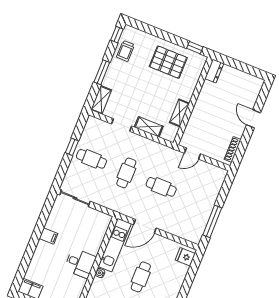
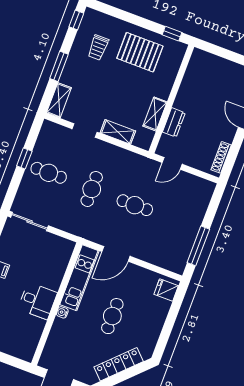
trolley: (125, 51) -> (98, 47), moved
dresser: (214, 71) -> (174, 122), moved

